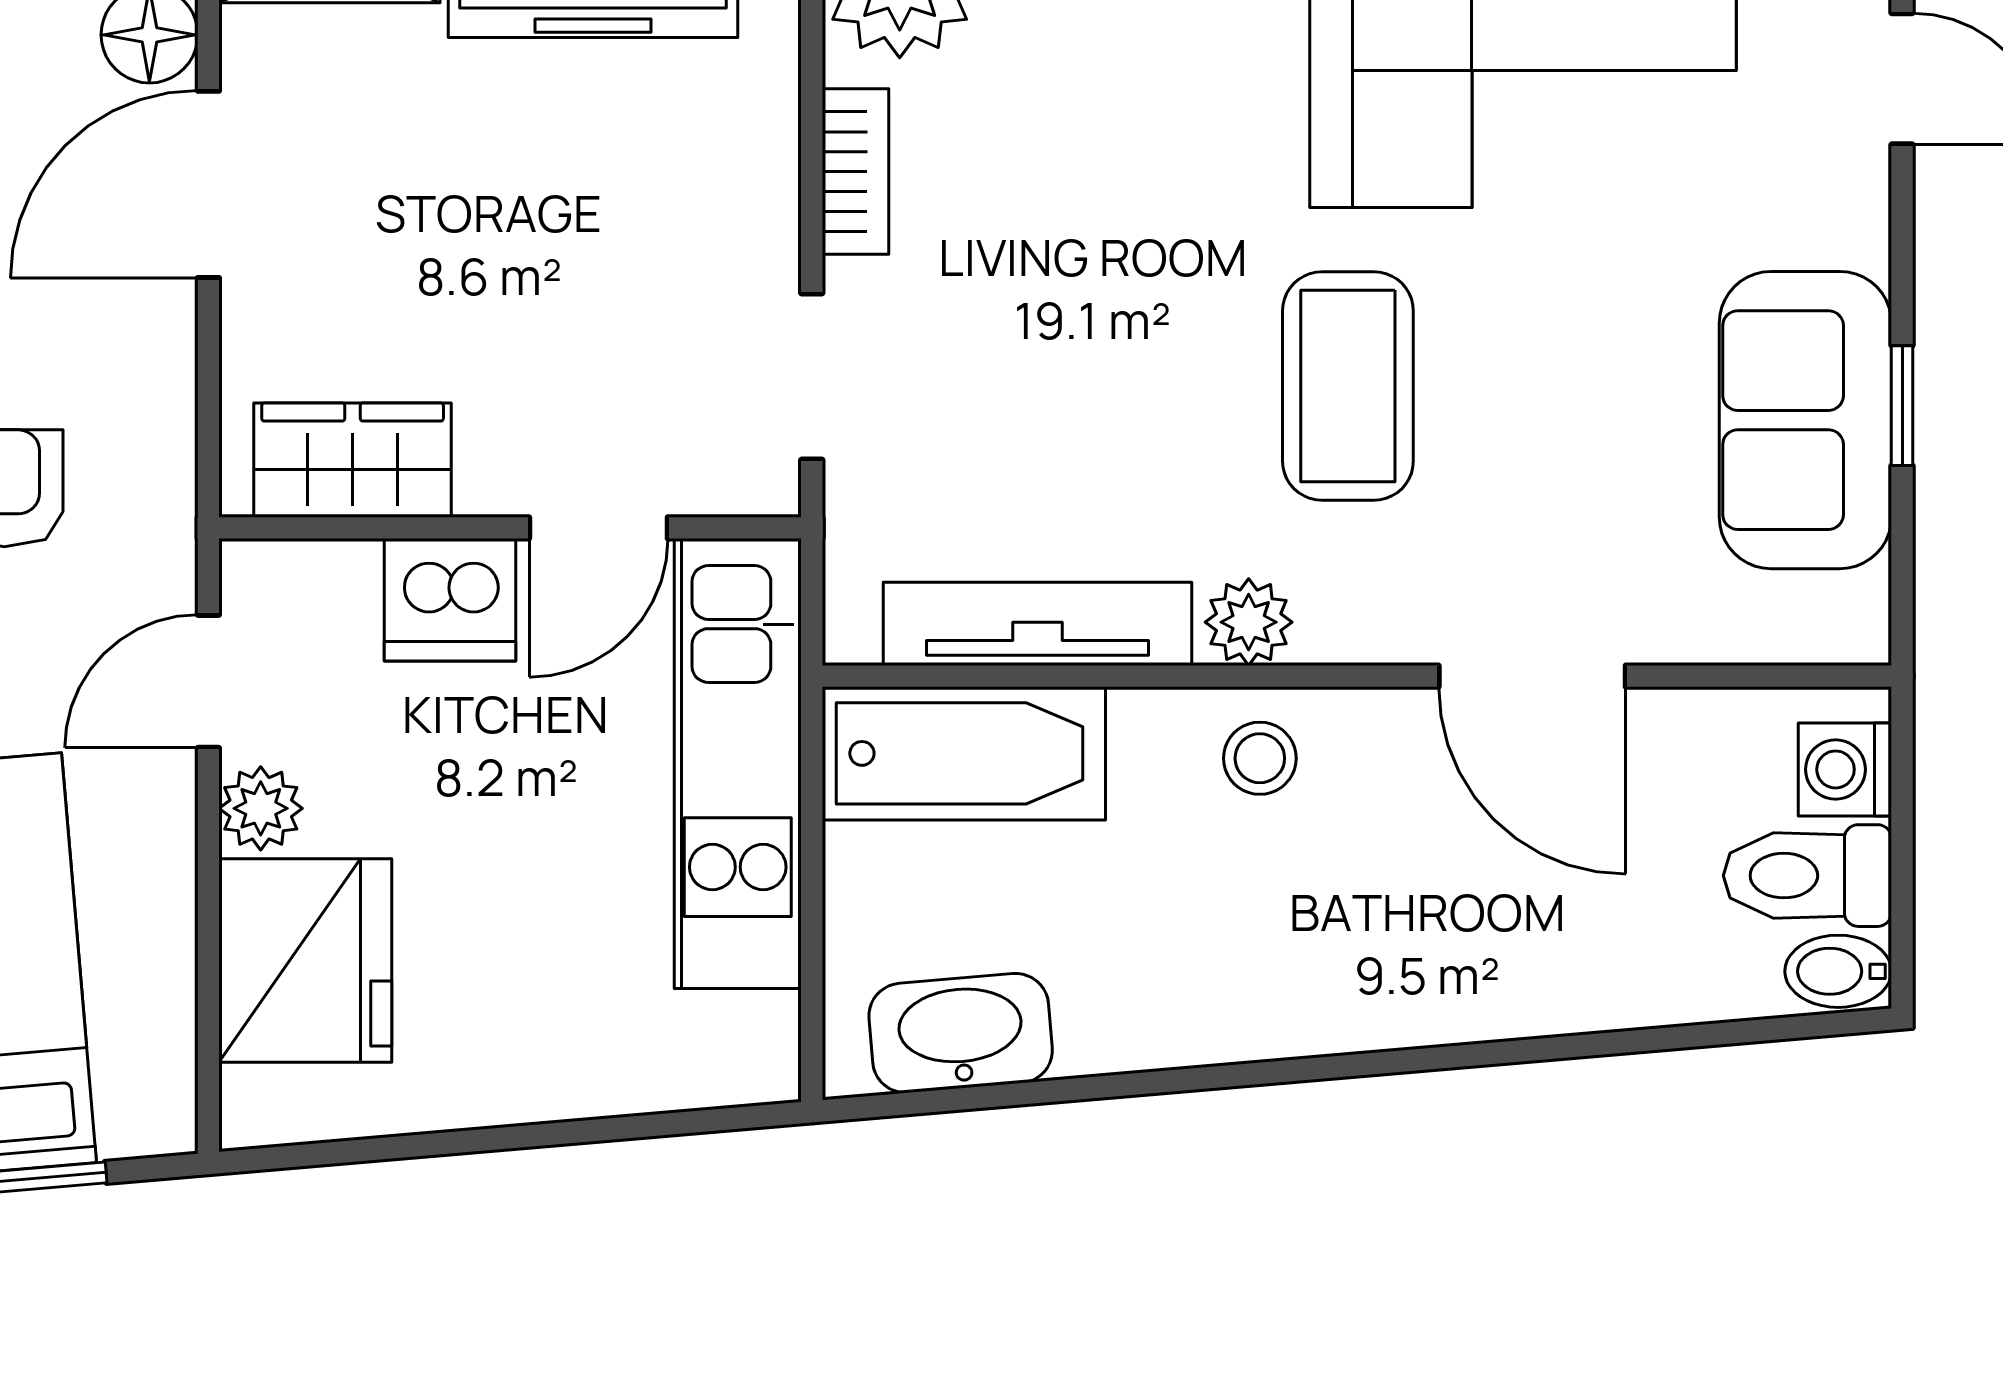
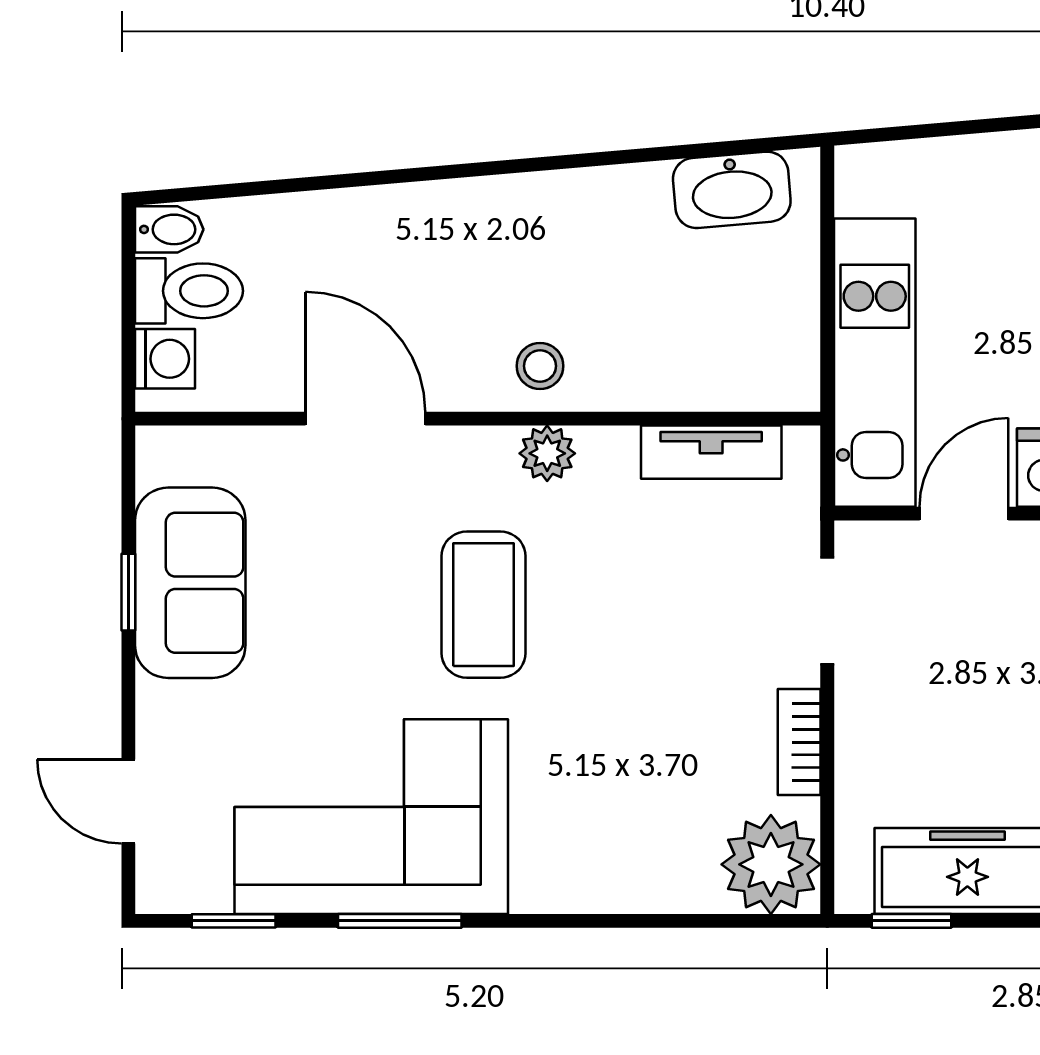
tv unit: (1038, 624) -> (711, 452), width x0.71
bathtub: (964, 753) -> (730, 369), removed

